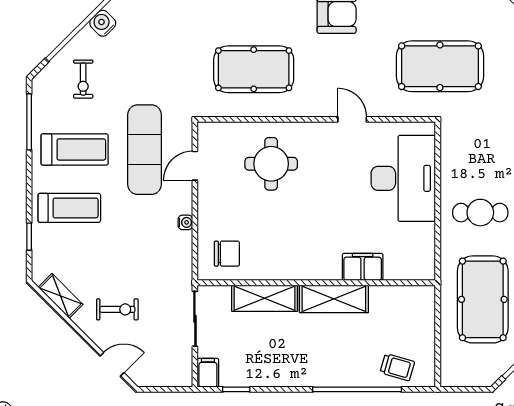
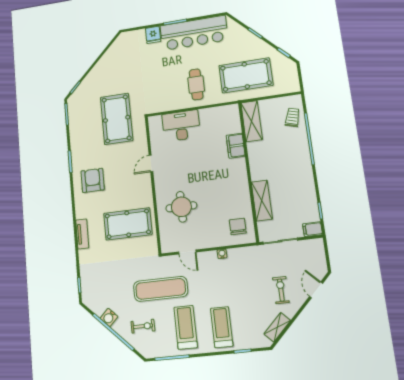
pool table: (254, 69) -> (128, 224), turned 90
exercise mat: (145, 150) -> (161, 289), moved
desk: (403, 178) -> (181, 126), width x0.73, depth x0.77
shelving: (334, 299) -> (252, 121), moved

